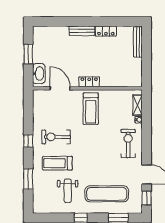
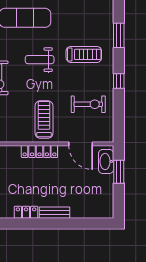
window: (28, 54) -> (119, 172), moved
locker: (89, 82) -> (39, 152), width x1.53
exercise bike: (56, 137) -> (88, 104), moved
weight bench: (68, 191) -> (40, 60), moved, turned -90

